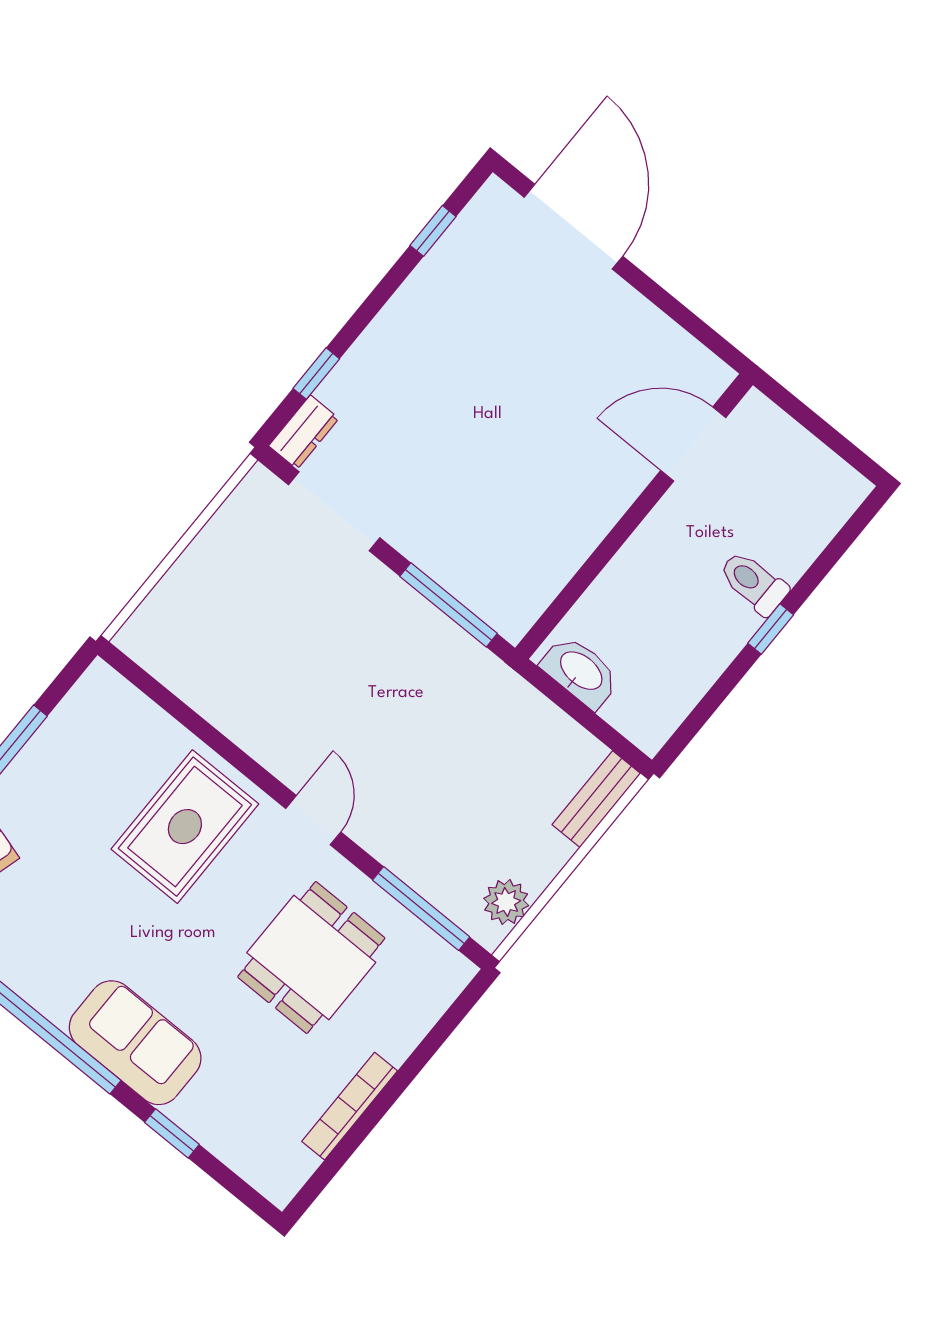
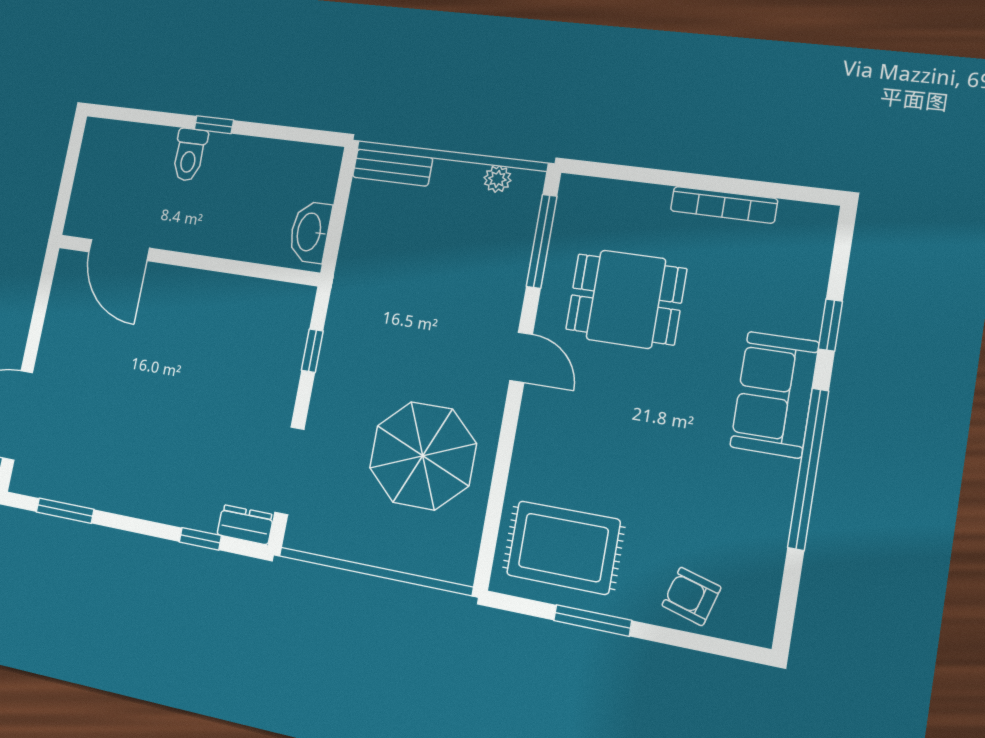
window: (433, 231) -> (65, 511), width x1.50
window: (449, 605) -> (312, 351), width x0.46
parasol: (270, 663) -> (423, 456), added
door: (313, 820) -> (521, 357), swing flipped
rug: (185, 827) -> (563, 547), moved
plant: (506, 902) -> (497, 179), width x0.73, depth x0.73

